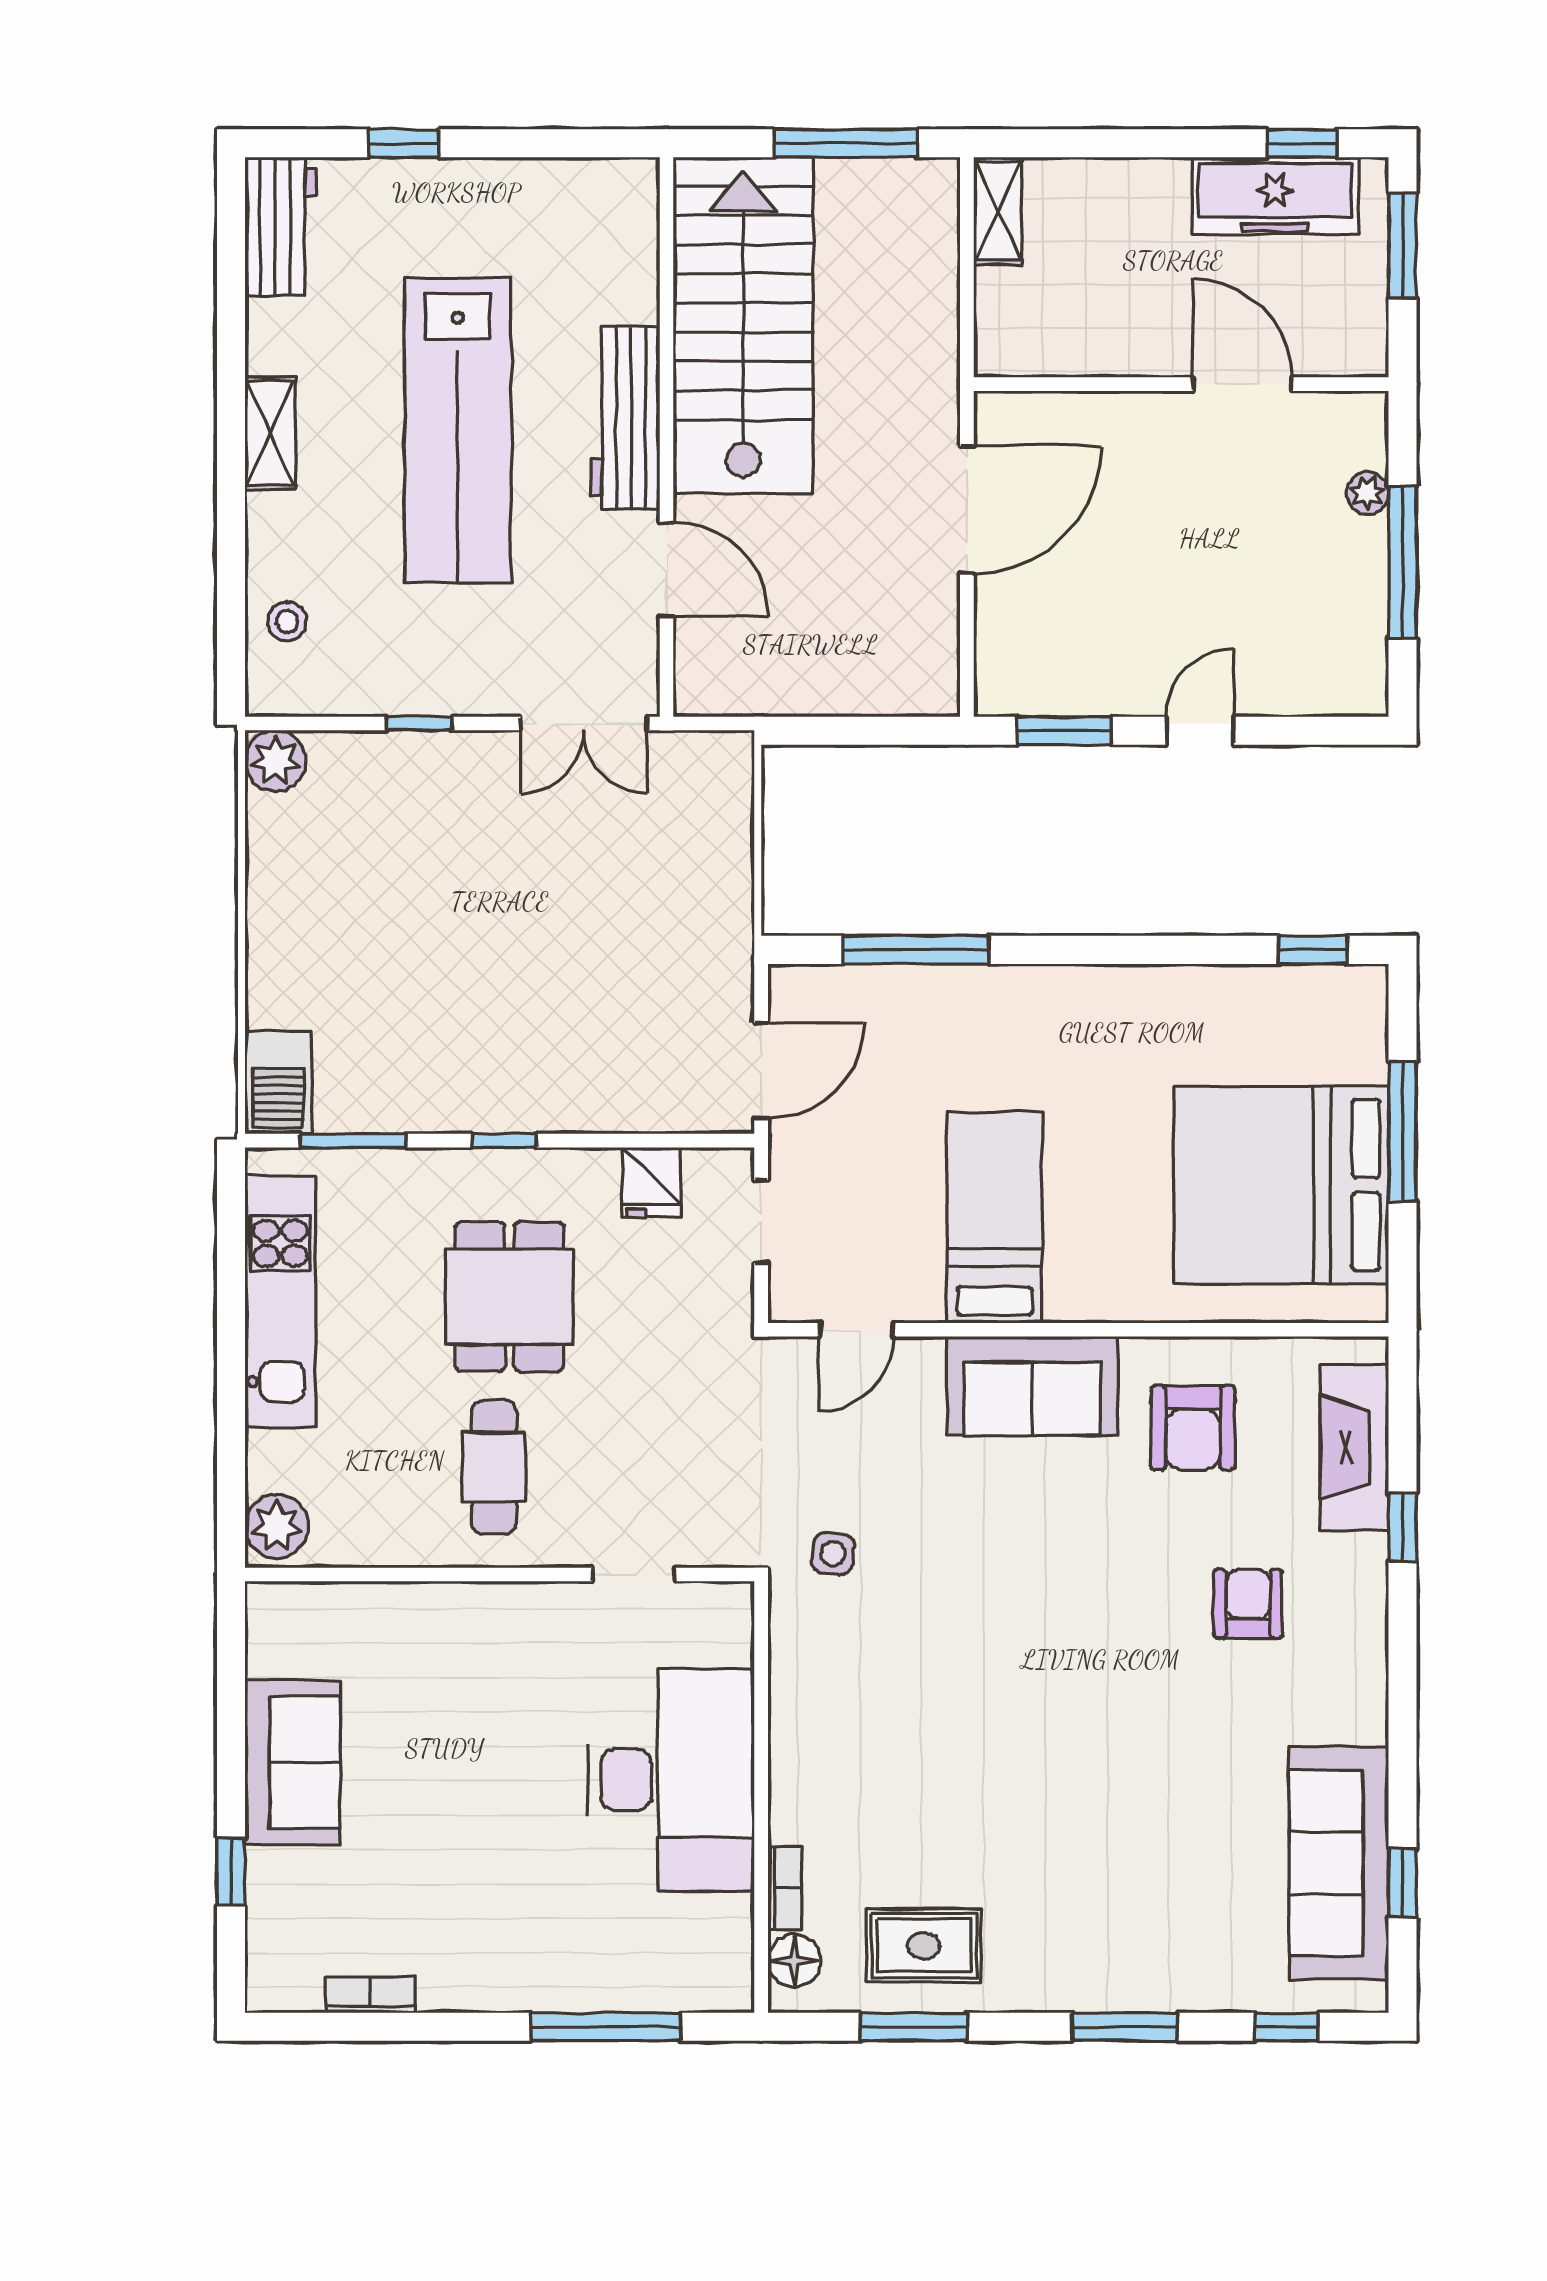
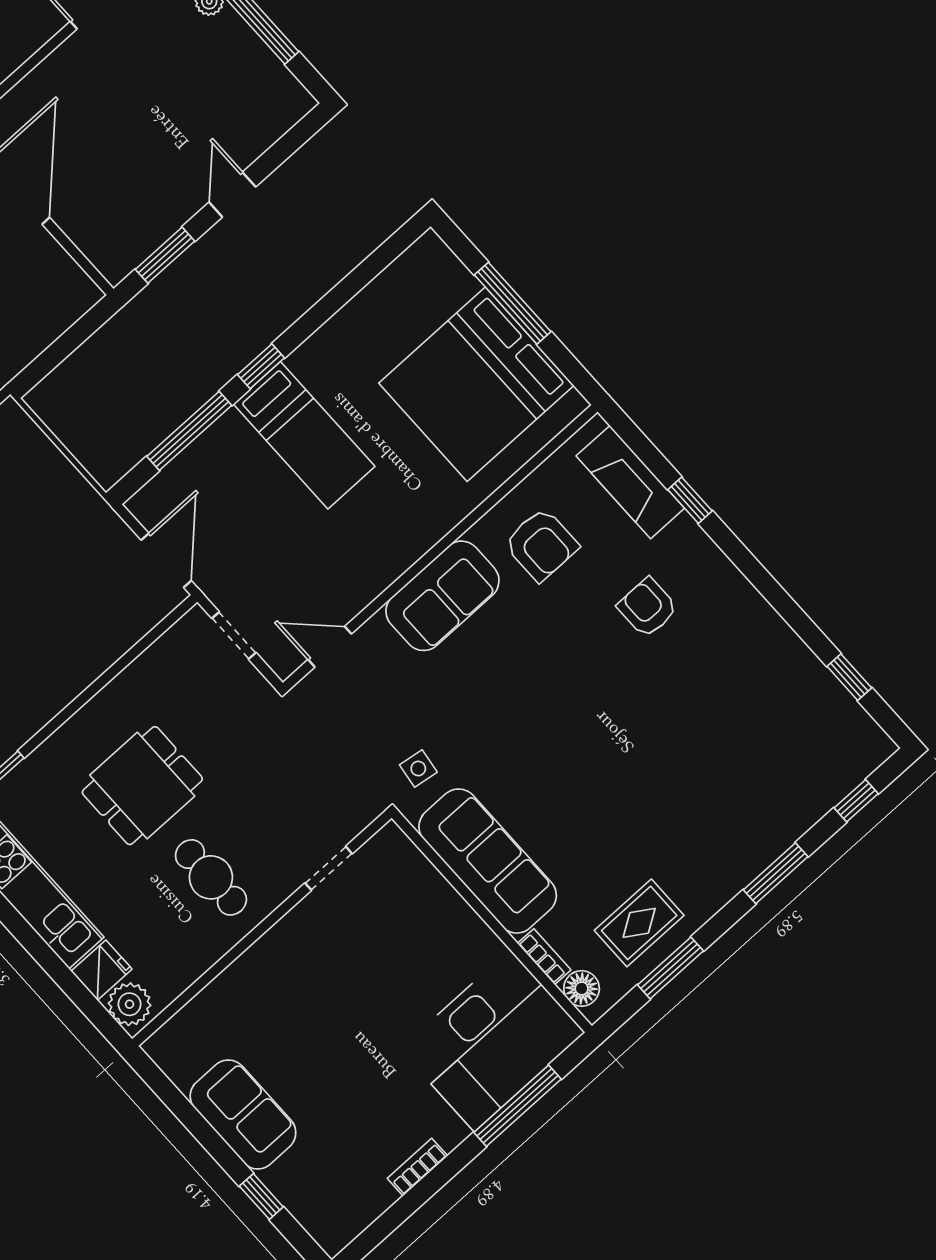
window: (1313, 950) -> (261, 366), moved
window: (504, 1141) -> (70, 710), removed
fridge: (652, 1182) -> (102, 970), moved, turned -90
bed: (994, 1217) -> (304, 435), moved, turned 180
dining table: (509, 1297) -> (142, 786), turned 90
door: (856, 1330) -> (330, 647), swing flipped
desk: (671, 1780) -> (492, 1041), moved, turned 90
sofa: (1339, 1863) -> (488, 861), moved, turned 180
bookcase: (371, 1995) -> (417, 1167), moved

